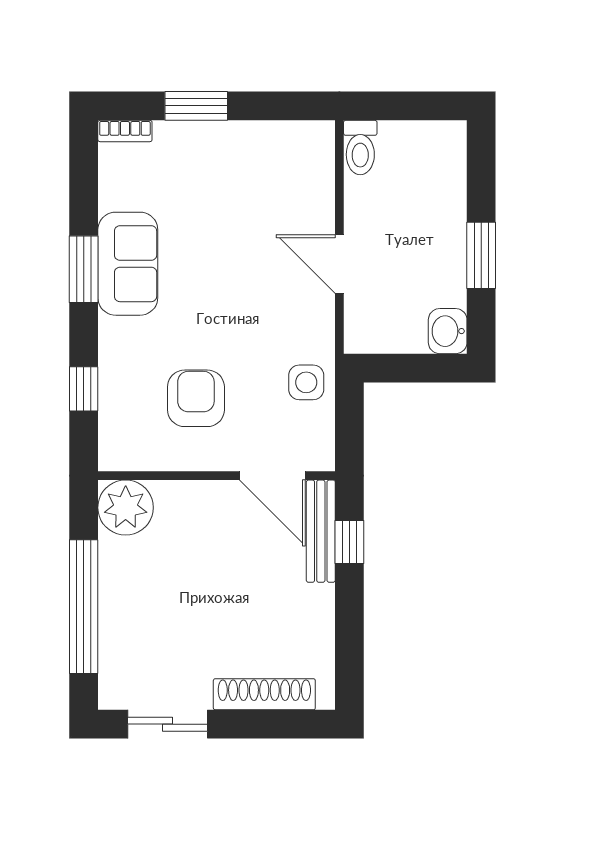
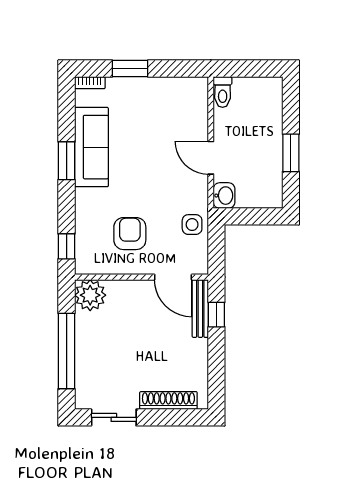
sofa: (128, 264) -> (91, 147), width x1.36
washbasin: (448, 331) -> (224, 196), moved, turned 180
window: (84, 389) -> (67, 246), moved

